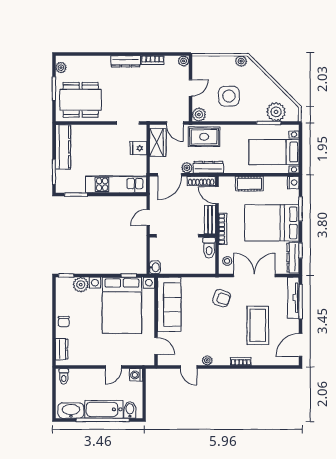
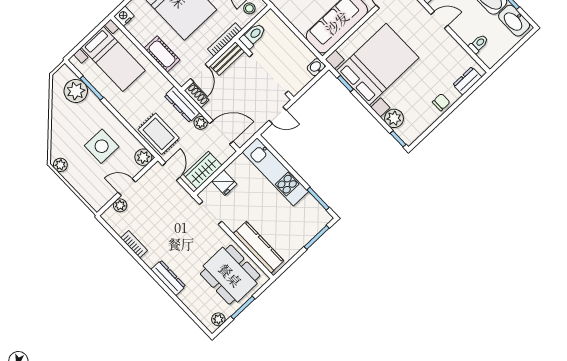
dresser: (126, 61) -> (168, 278), moved
plant: (184, 61) -> (120, 205), moved
kitchen counter: (63, 147) -> (259, 247), moved, turned 90
shoe rack: (201, 181) -> (197, 95), width x0.70
toilet: (64, 376) -> (478, 44), moved

